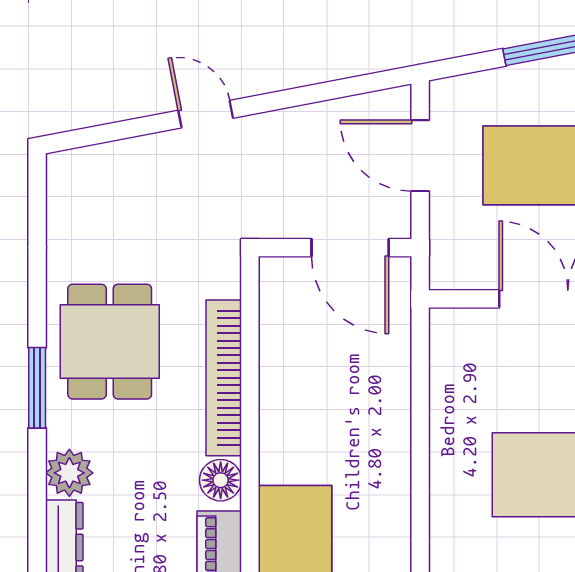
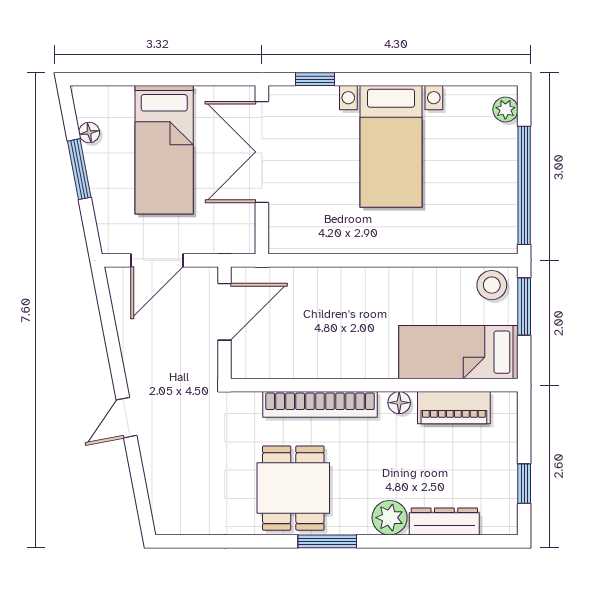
dining table: (110, 342) -> (293, 488), turned 90
floor lamp: (221, 480) -> (399, 403), width x0.73, depth x0.73

